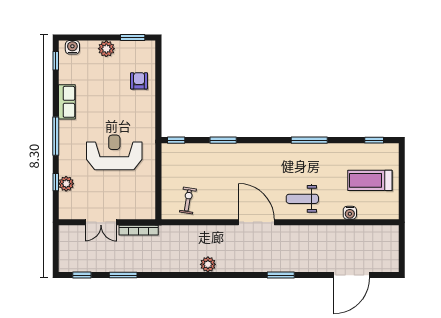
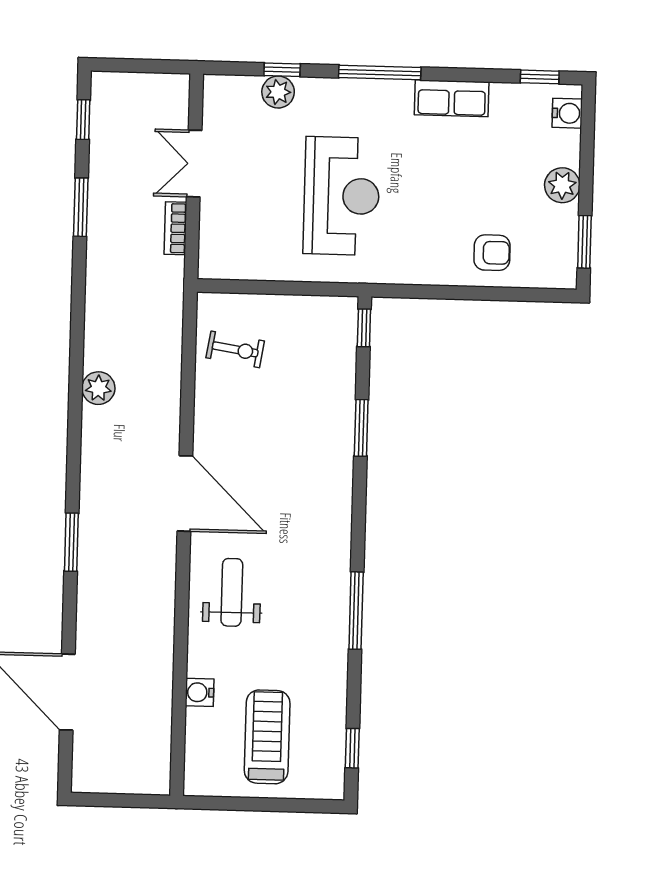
door: (256, 222) -> (185, 493), hinge flipped
bookcase: (139, 230) -> (176, 228), width x0.64

